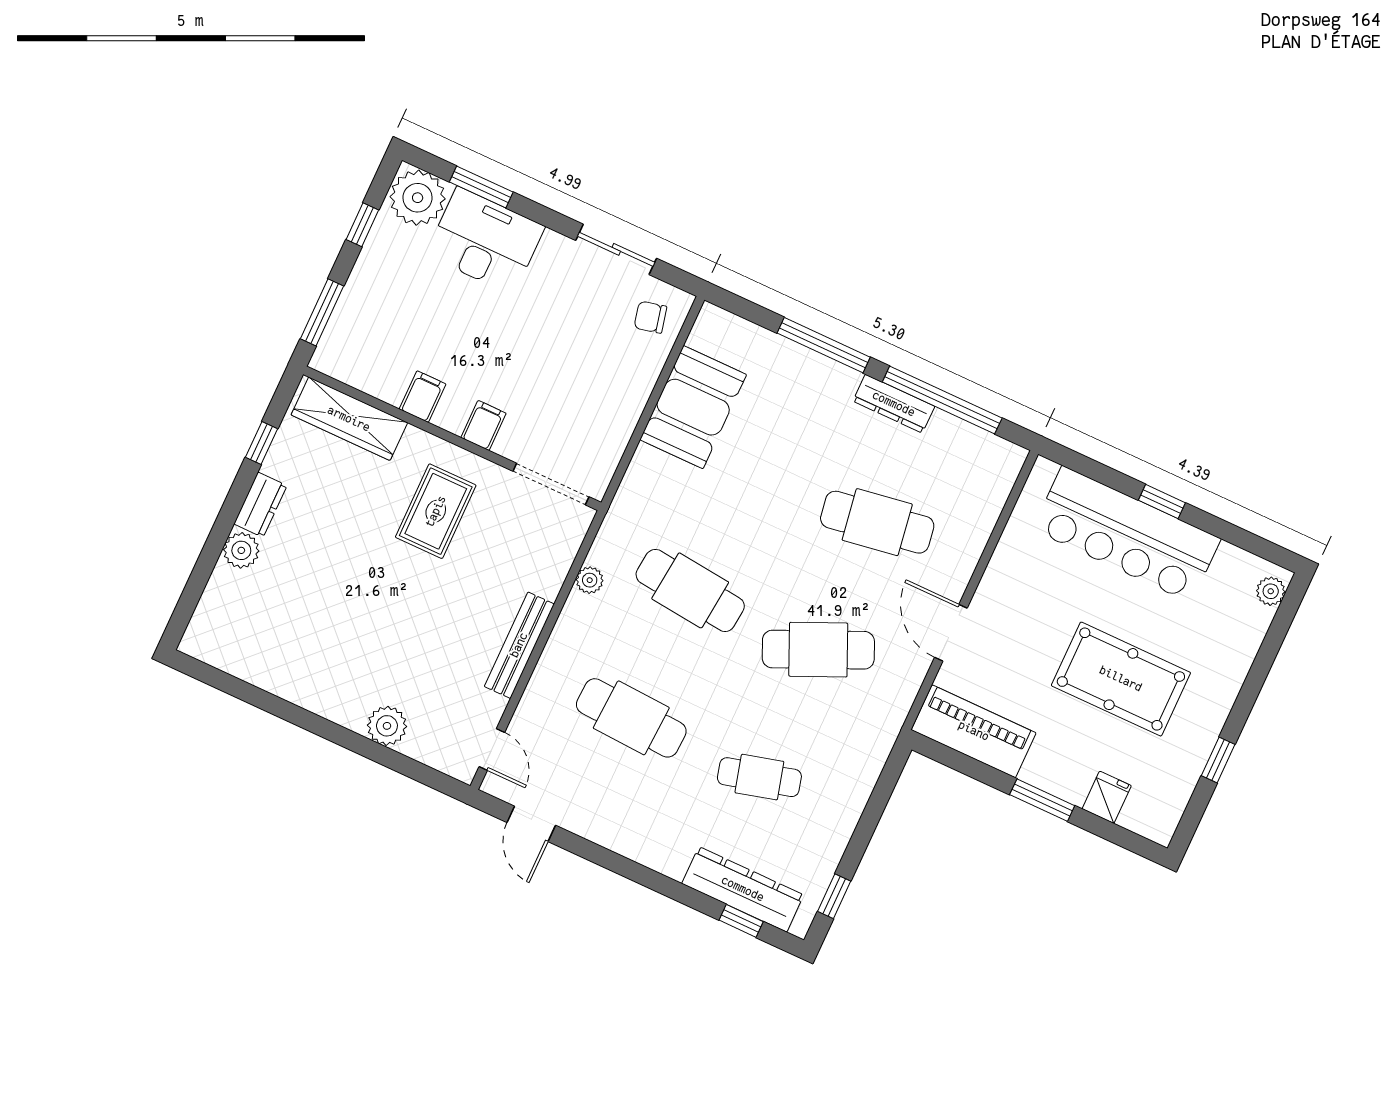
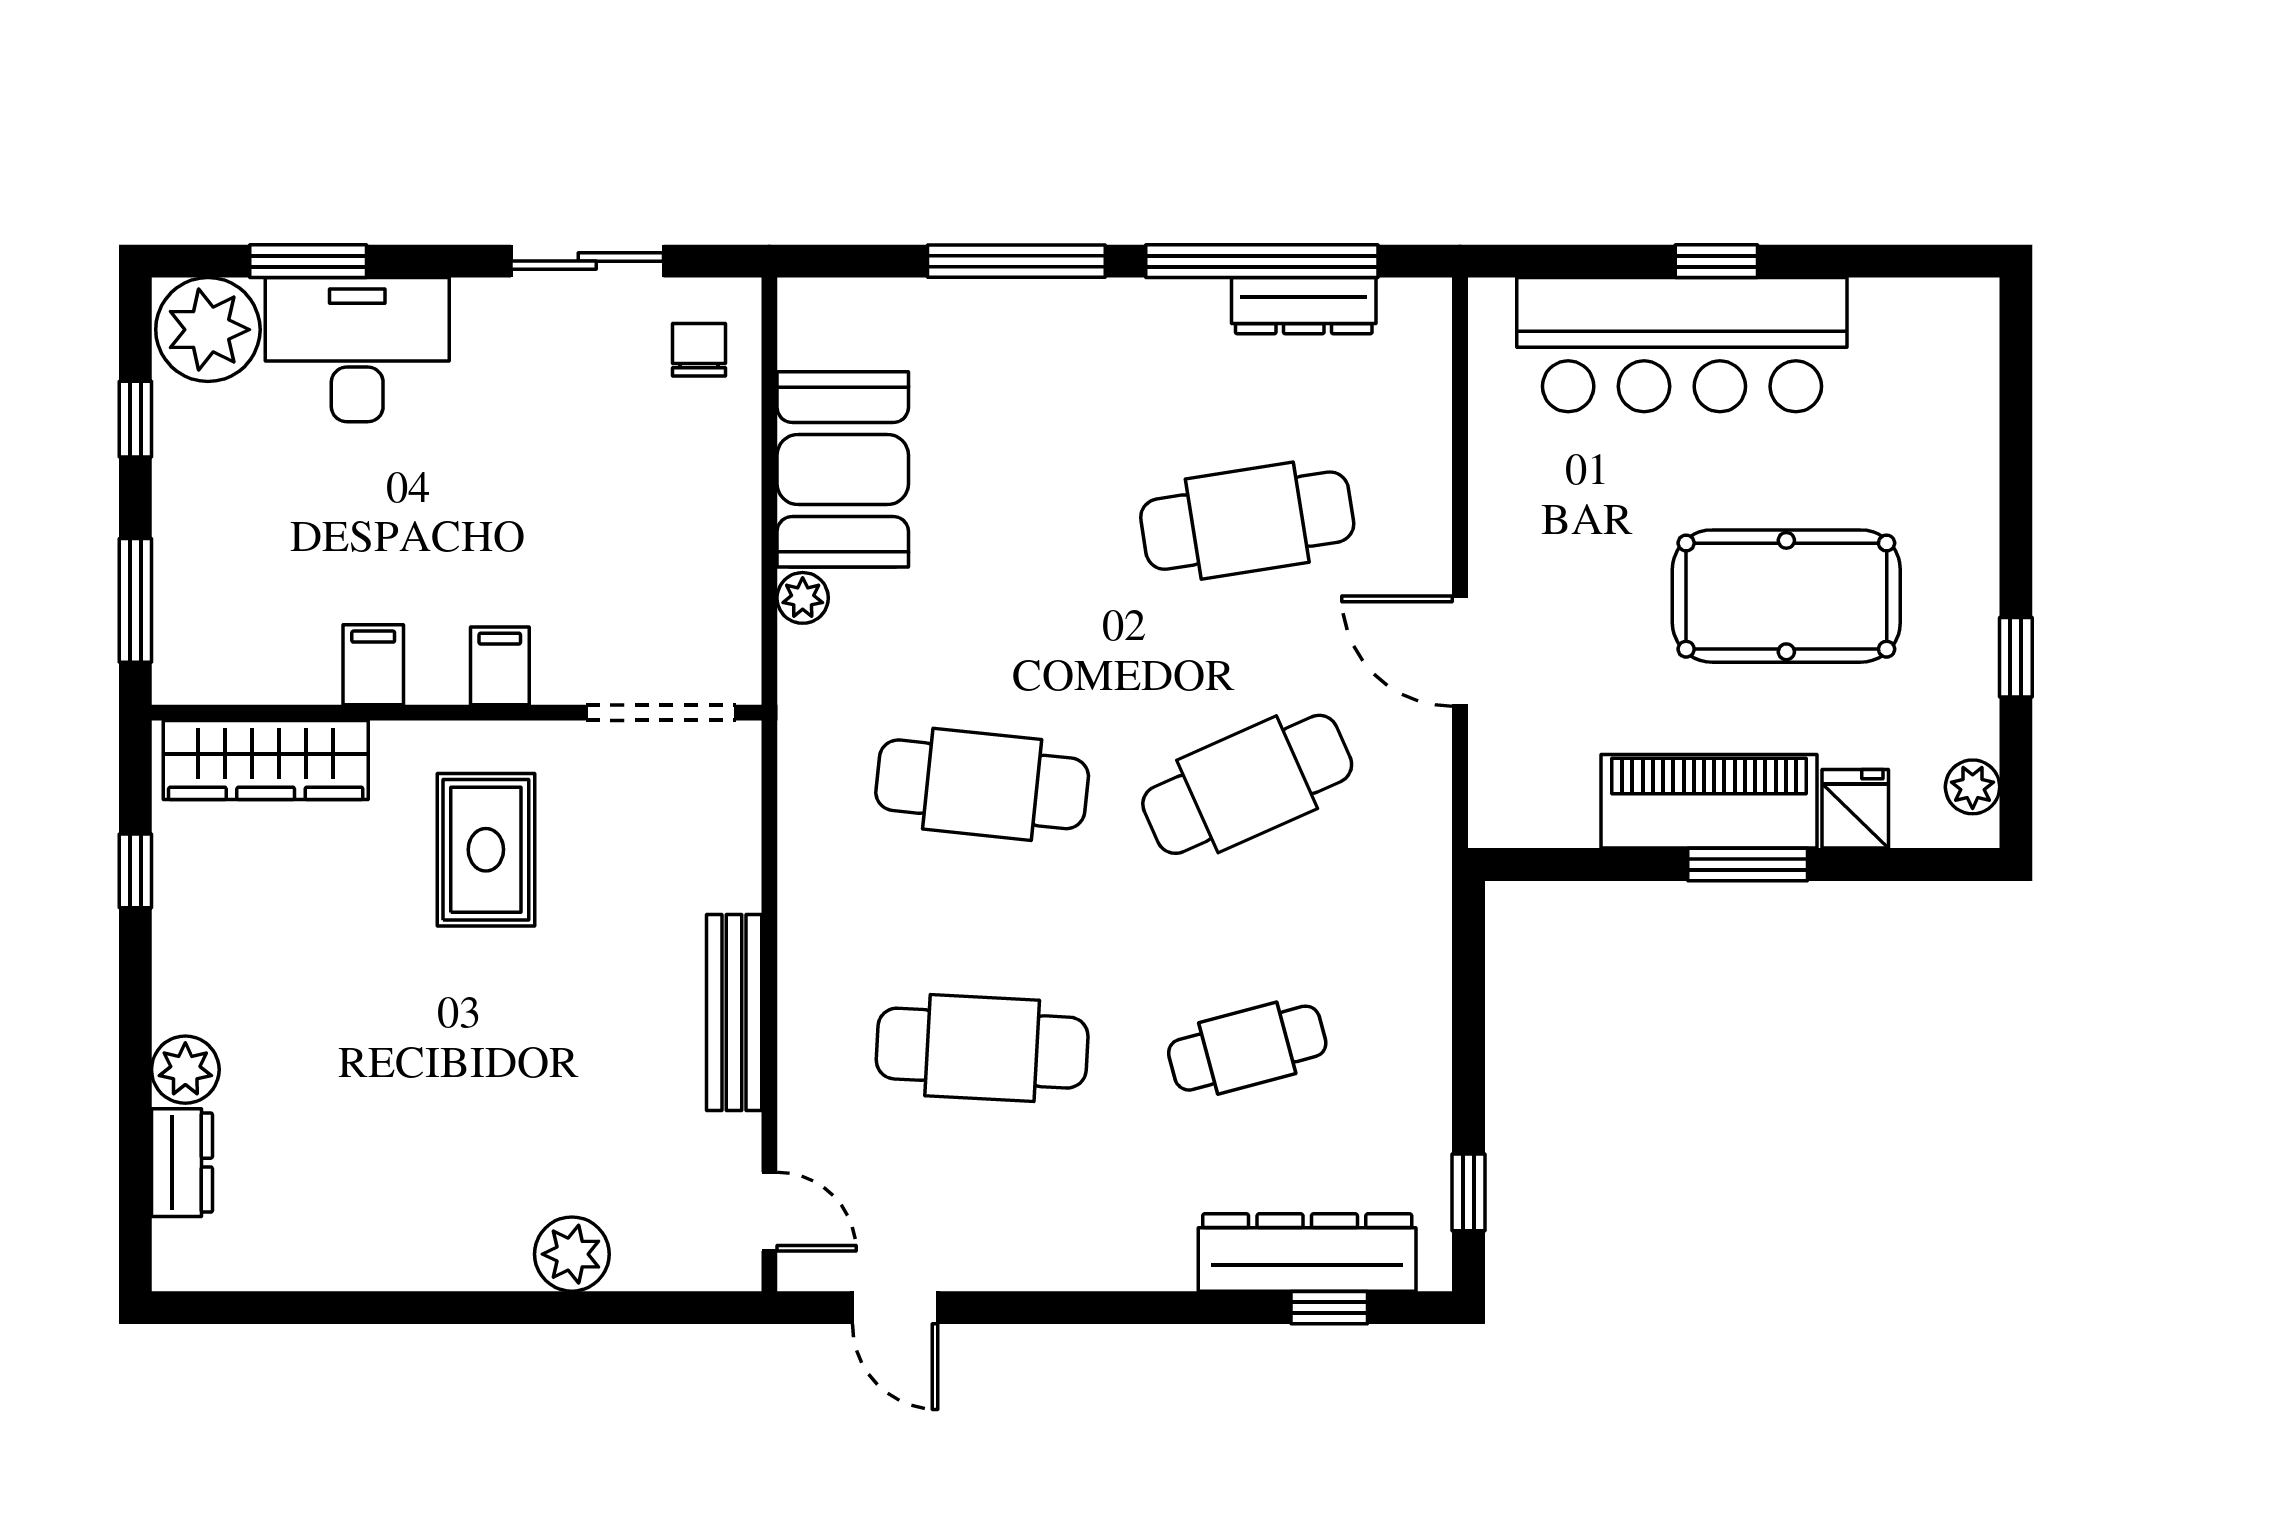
chair: (650, 317) -> (699, 350), turned 103
dresser: (894, 404) -> (1304, 306), moved
dresser: (260, 505) -> (182, 1163), moved
plant: (590, 580) -> (803, 598), moved
plant: (1271, 591) -> (1973, 787), moved
piano: (974, 731) -> (1709, 801), moved

